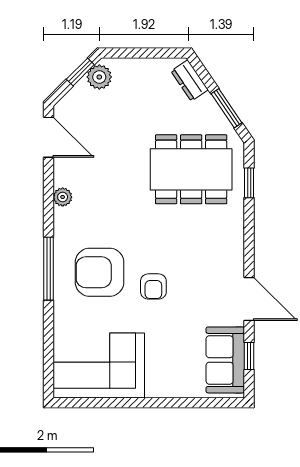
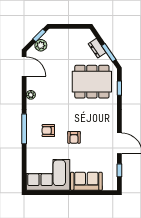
plant: (99, 77) -> (41, 45), moved
dresser: (190, 80) -> (97, 48), moved
armchair: (100, 272) -> (48, 131), width x0.53, depth x0.53
sofa: (225, 360) -> (86, 181), moved, turned 90

